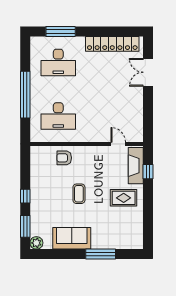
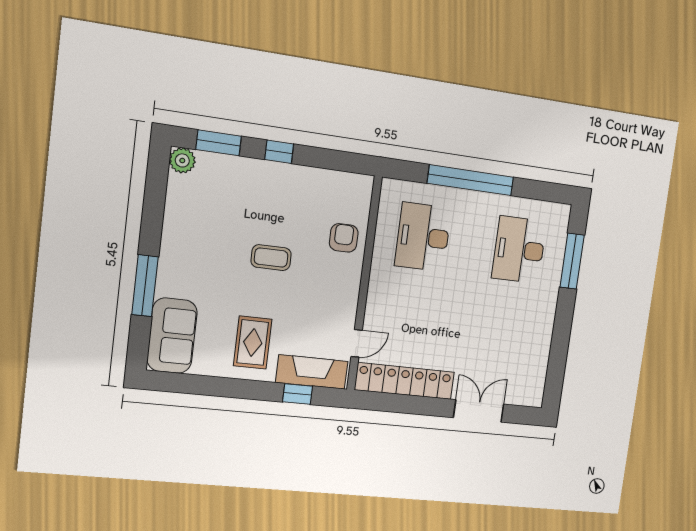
locker: (112, 44) -> (405, 381), moved, turned 90
sofa: (72, 238) -> (172, 336), moved

